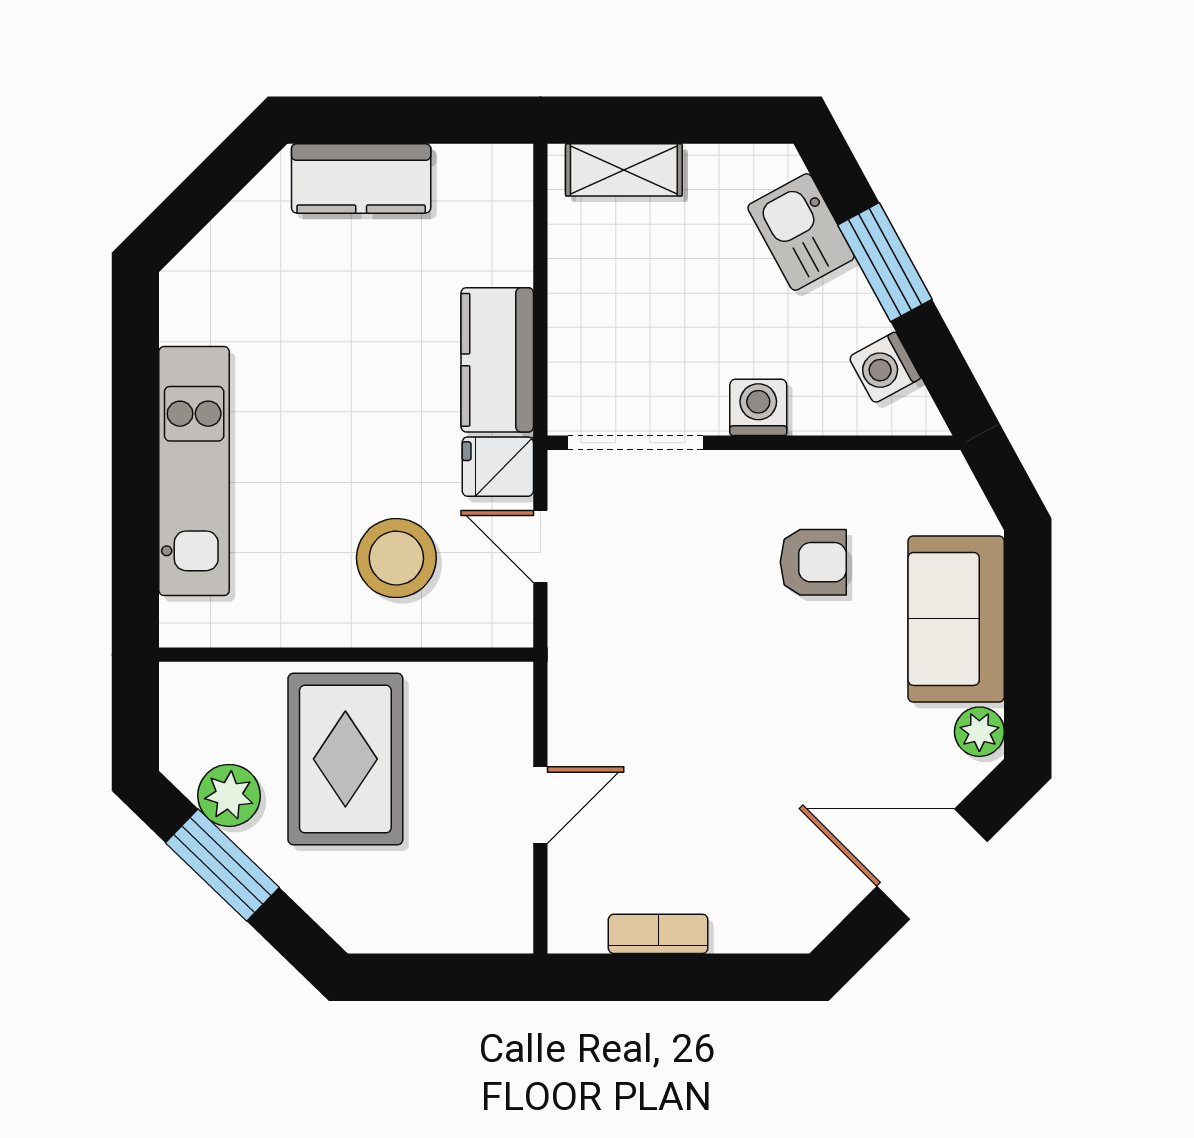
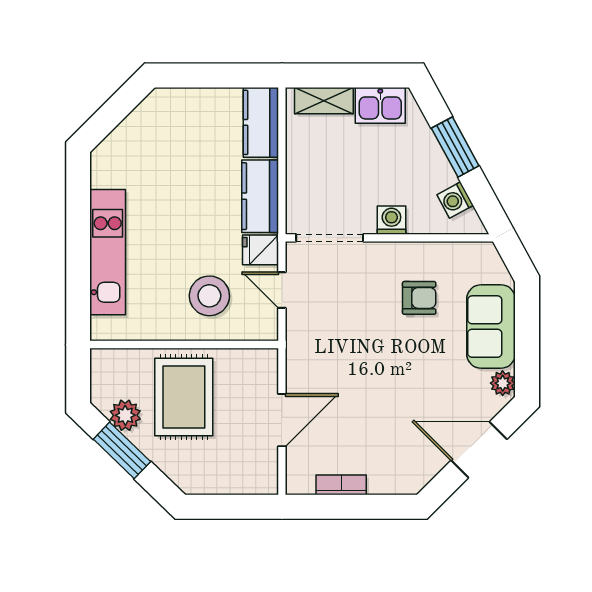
kitchen counter: (361, 178) -> (261, 122), moved, turned 90
kitchen sink: (801, 232) -> (380, 105), moved, turned -61
door: (540, 805) -> (282, 420), width x1.38

